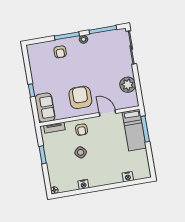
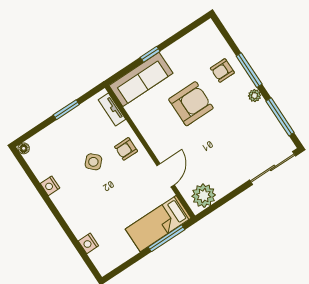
plant: (128, 85) -> (204, 196), moved
armchair: (80, 97) -> (191, 104), moved
sofa: (45, 108) -> (141, 79), width x1.36

